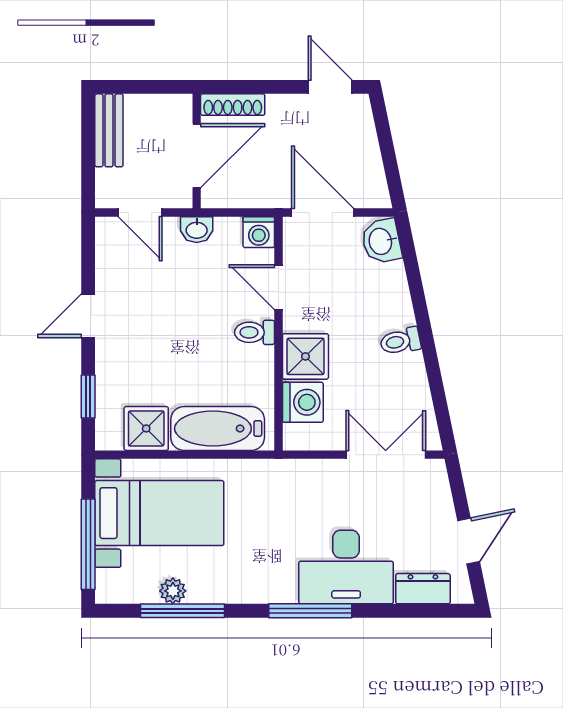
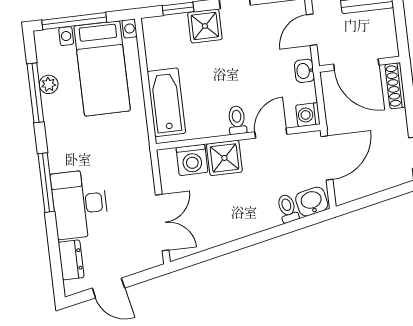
toilet: (400, 341) -> (288, 208), moved
shower: (146, 428) -> (205, 26), moved

